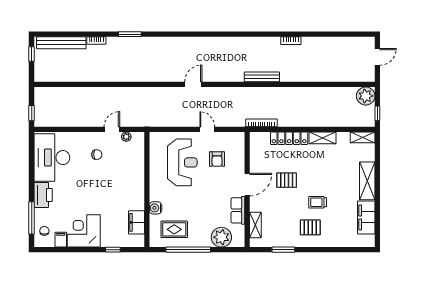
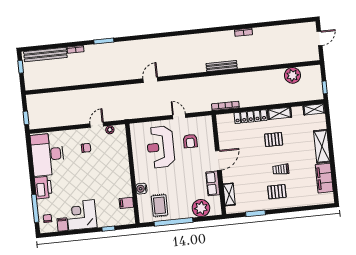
door: (193, 84) -> (150, 80), moved
plant: (366, 96) -> (293, 75), moved
reception desk: (182, 162) -> (161, 147), turned 180
pallet: (287, 180) -> (274, 140), moved
filing cabinet: (136, 222) -> (126, 203), width x0.50
rug: (174, 229) -> (160, 206), turned 90

